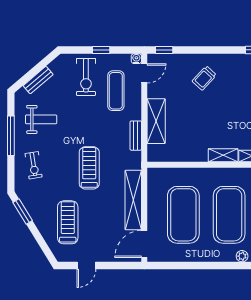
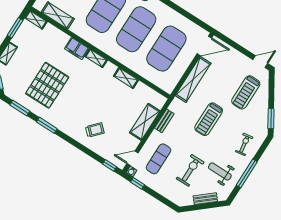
window: (101, 50) -> (138, 183), moved
exercise bike: (86, 77) -> (190, 170), moved
shelving: (223, 155) -> (126, 78), moved
door: (86, 265) -> (260, 62), moved

